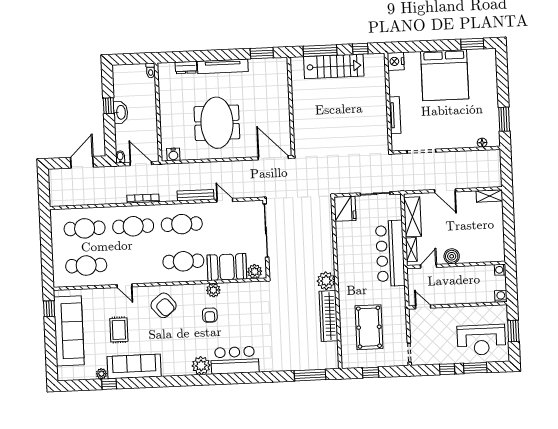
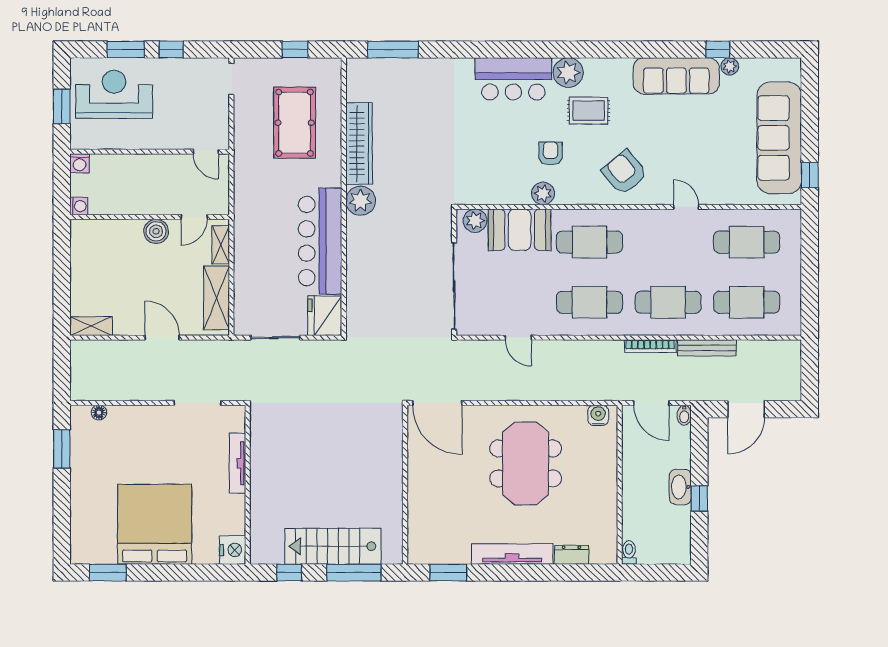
bench: (196, 195) -> (707, 348), moved
bar counter: (390, 253) -> (320, 241), moved, turned 180
rug: (119, 330) -> (589, 111), moved, turned 90

